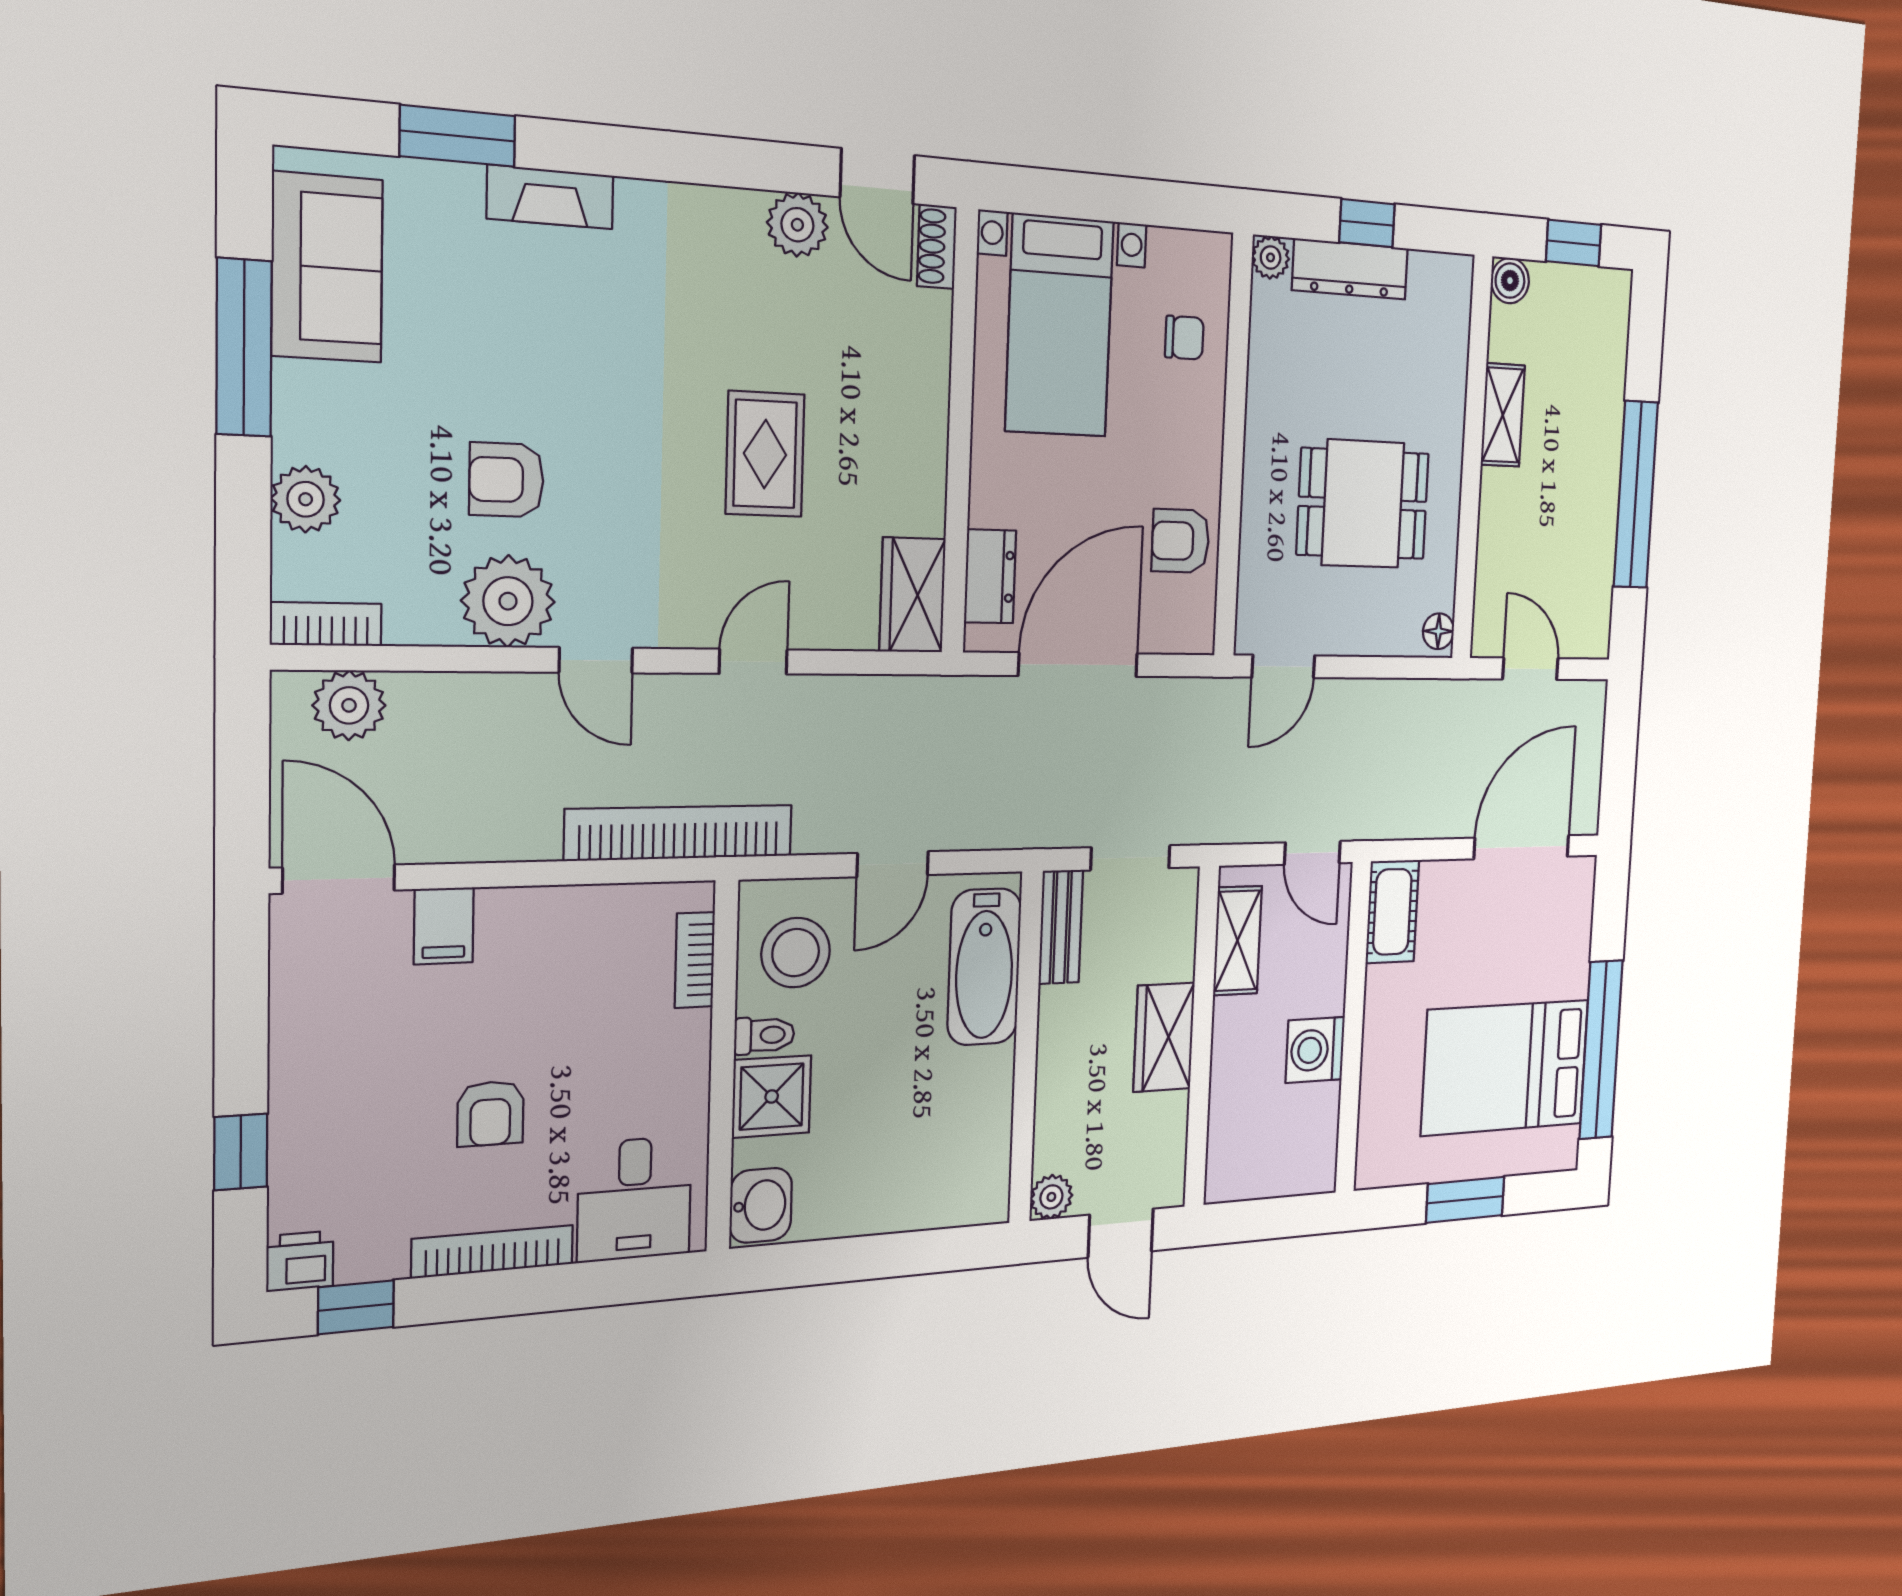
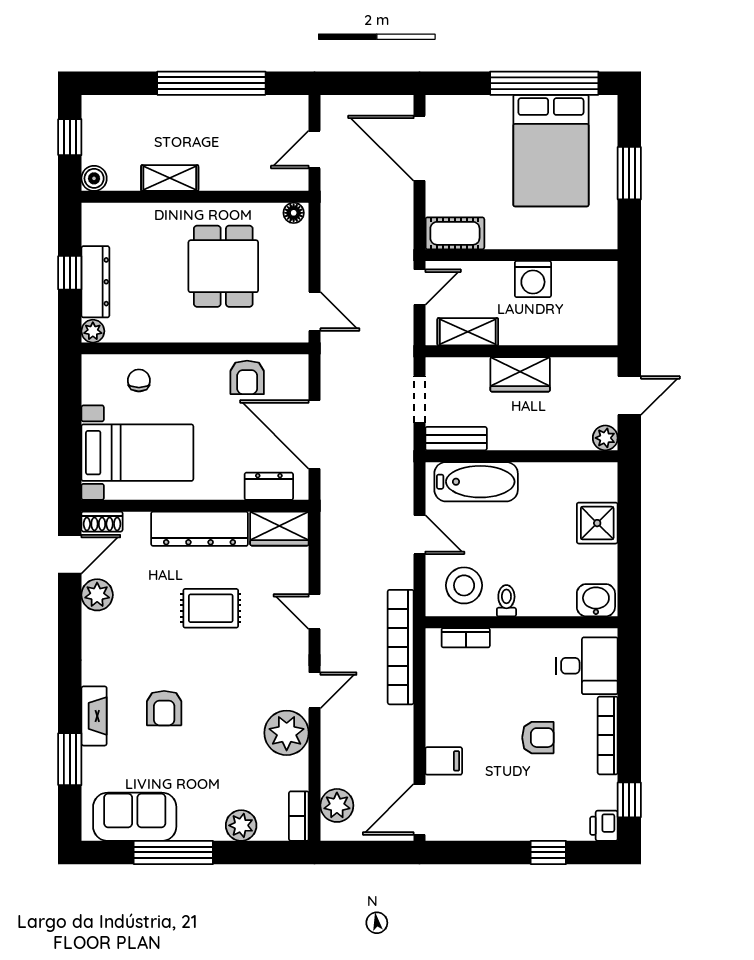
dresser: (917, 439) -> (200, 529), added
armchair: (507, 480) -> (164, 708), moved
shower: (772, 1097) -> (597, 523), moved

